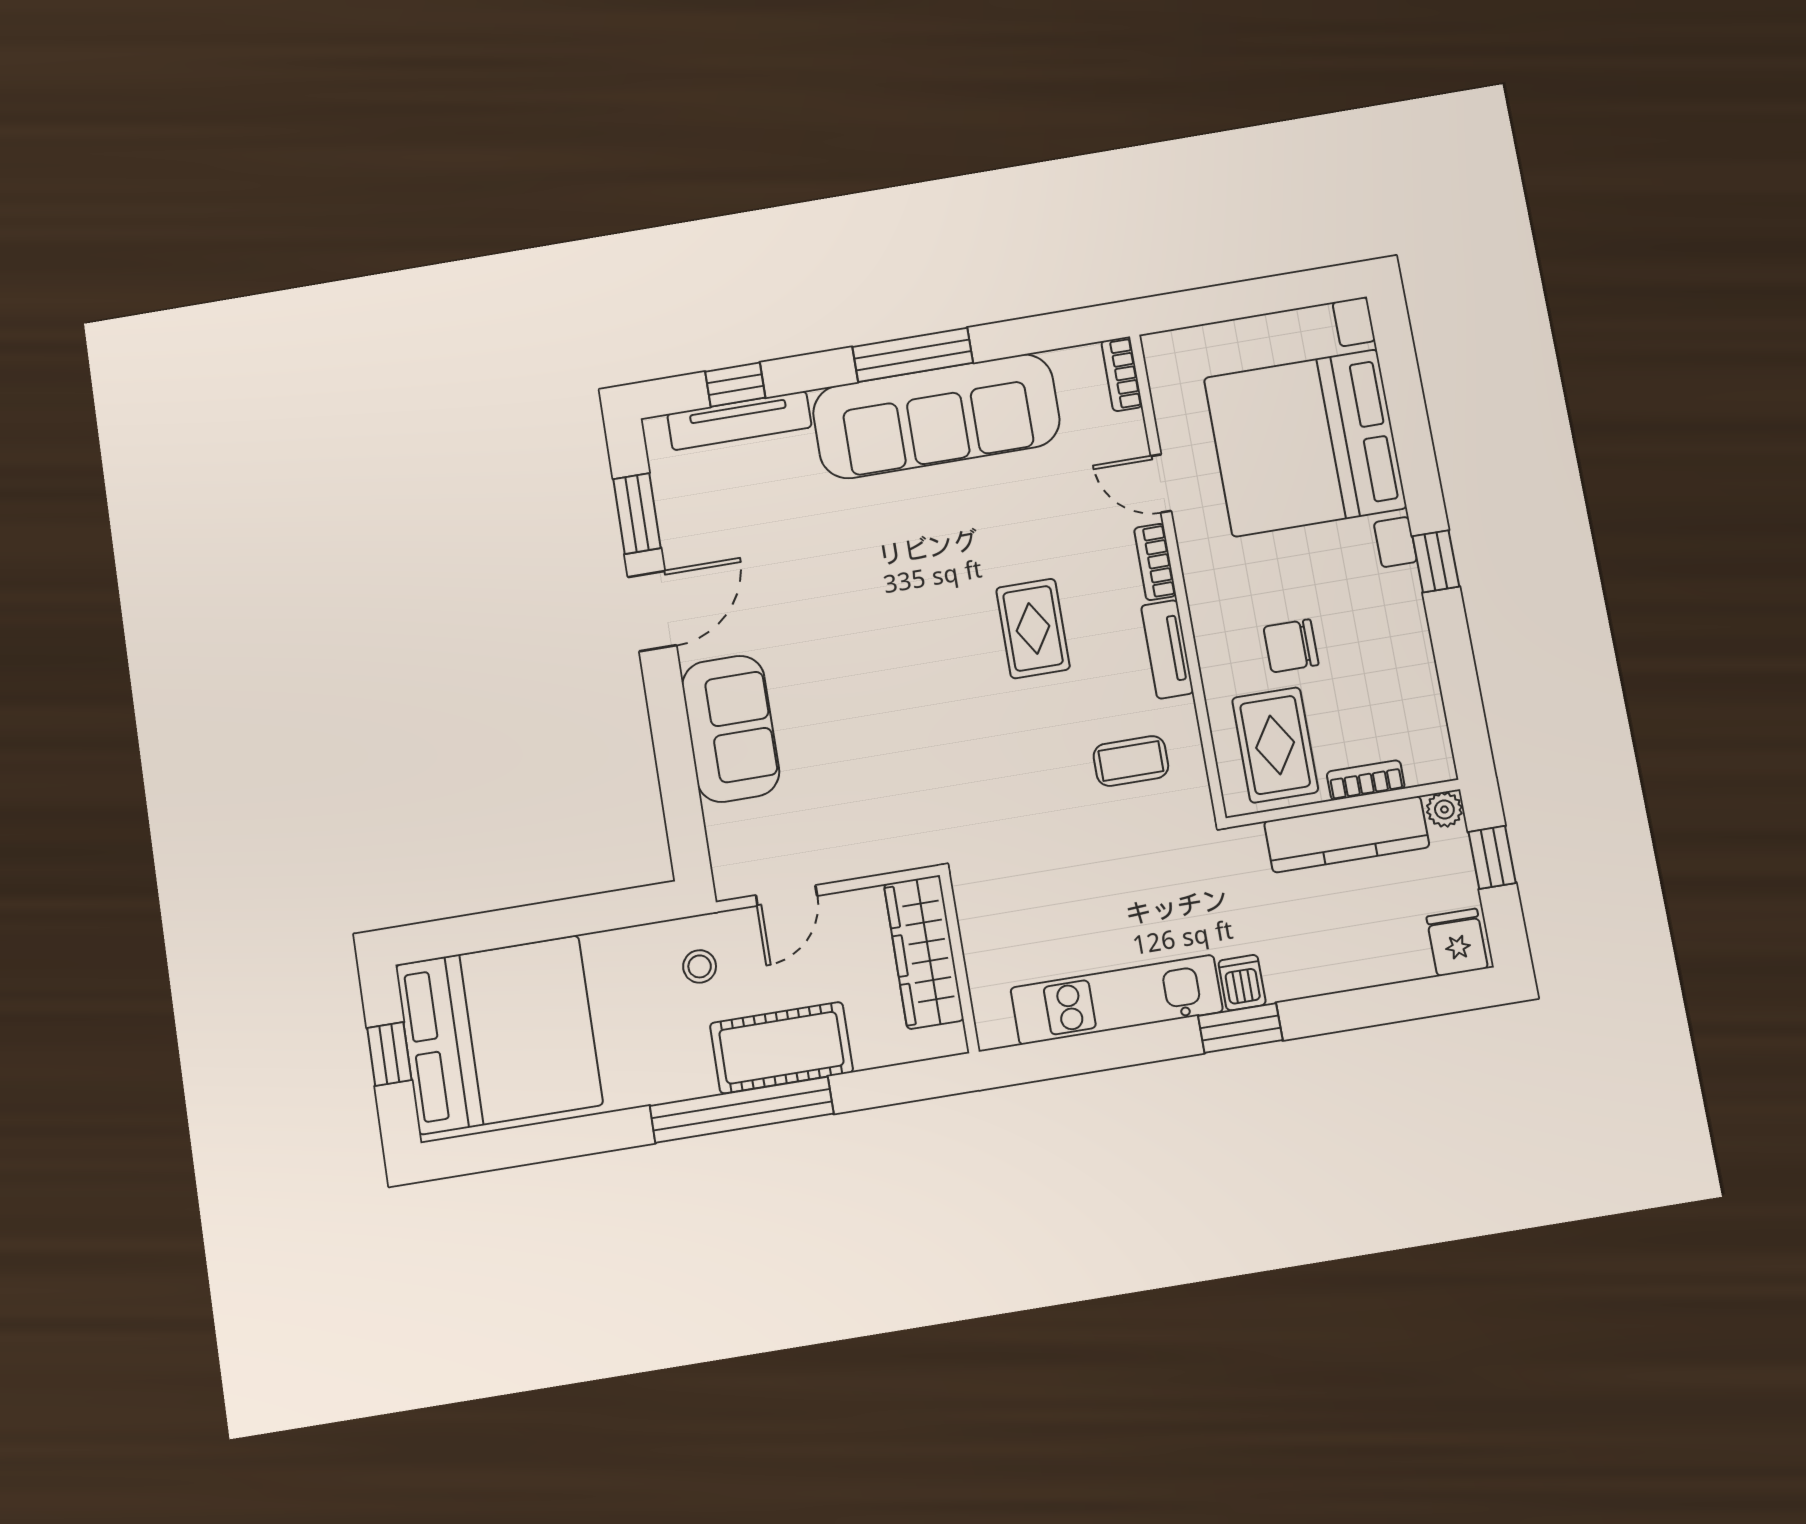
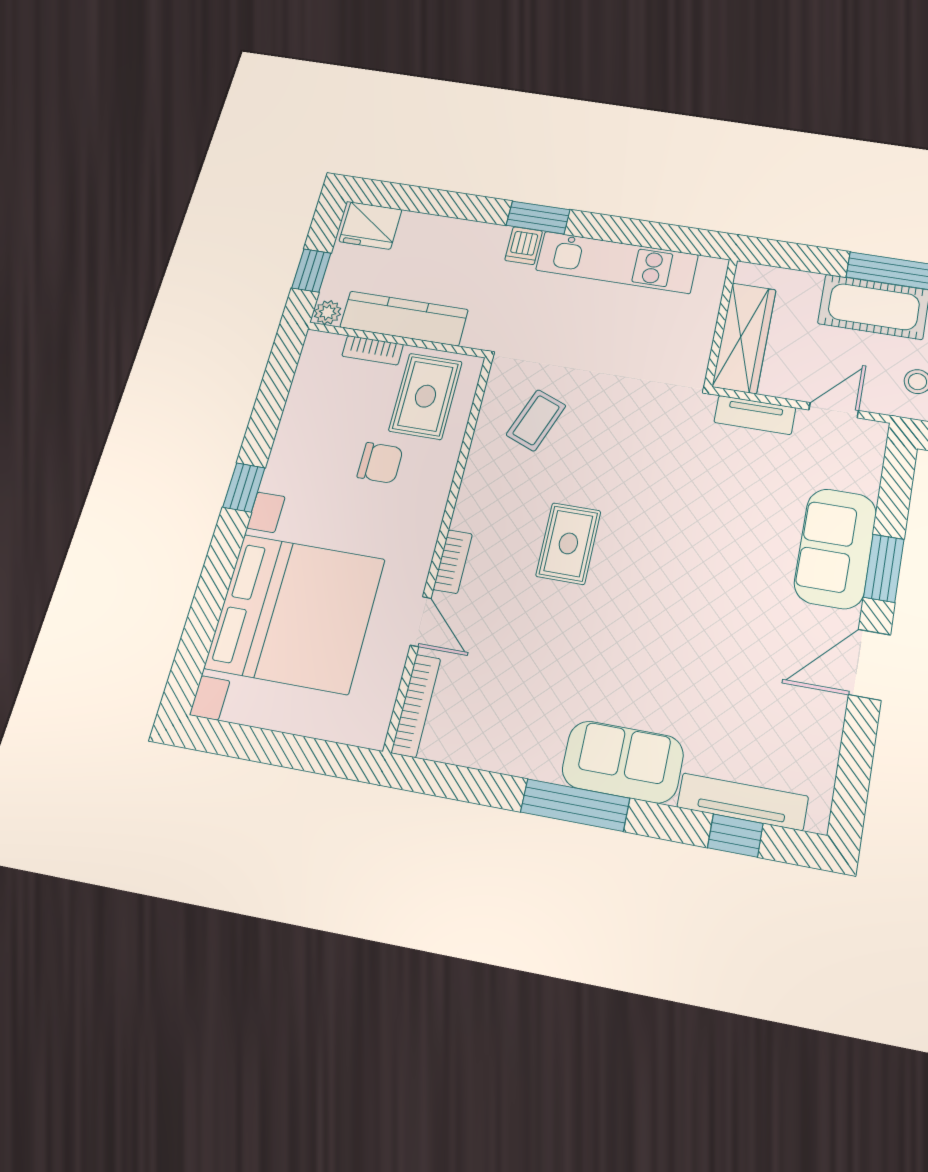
bookcase: (1122, 374) -> (416, 706), width x1.56
sofa: (936, 416) -> (623, 762), width x0.54, depth x0.79
window: (637, 513) -> (884, 568), moved
tv unit: (1167, 649) -> (755, 415), moved, turned 90
coffee table: (1131, 761) -> (536, 420), turned -69
fridge: (1457, 942) -> (371, 226), width x1.38

